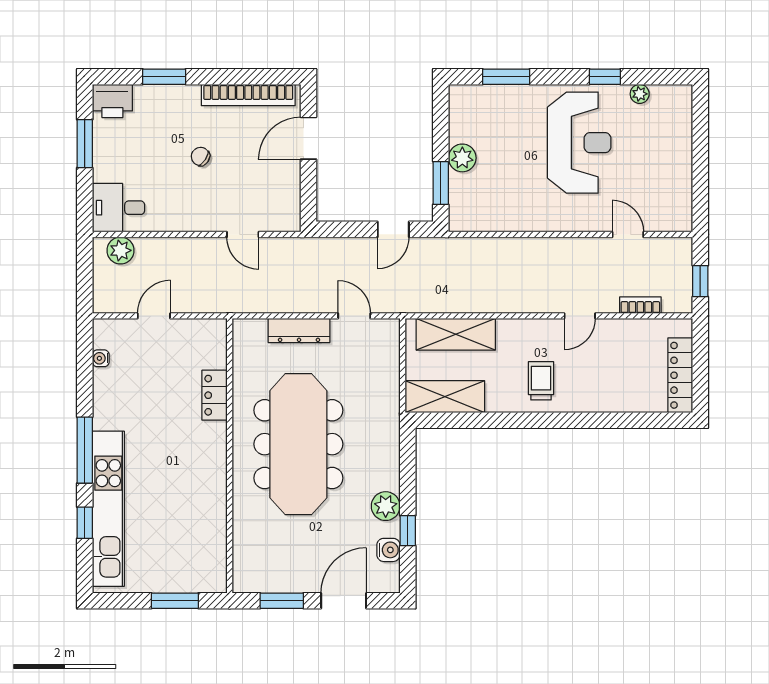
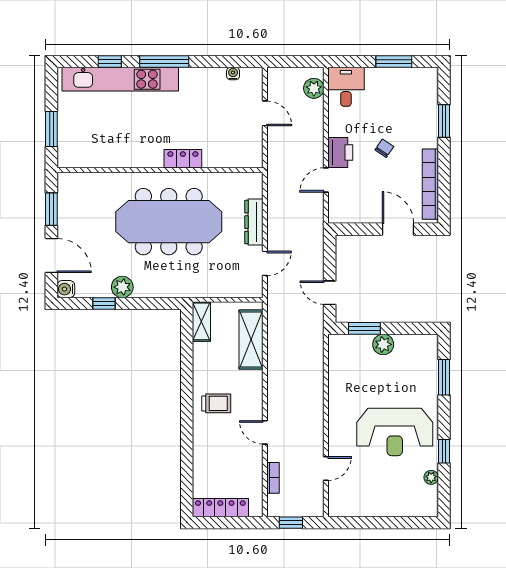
printer: (112, 101) -> (340, 152), moved, turned 180
locker: (214, 395) -> (183, 159), moved
shelving: (445, 397) -> (201, 321), width x0.67, depth x0.75
water cooler: (388, 550) -> (66, 289), moved, turned 90

